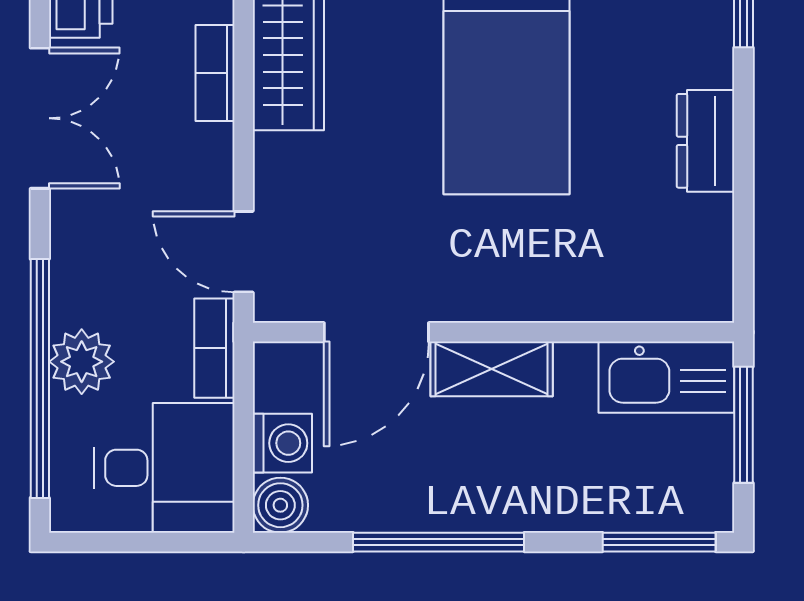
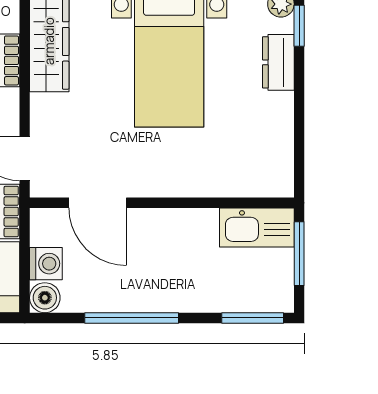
dresser: (706, 141) -> (278, 62), moved
door: (376, 332) -> (98, 203), hinge flipped
shelving: (492, 369) -> (161, 223), removed

